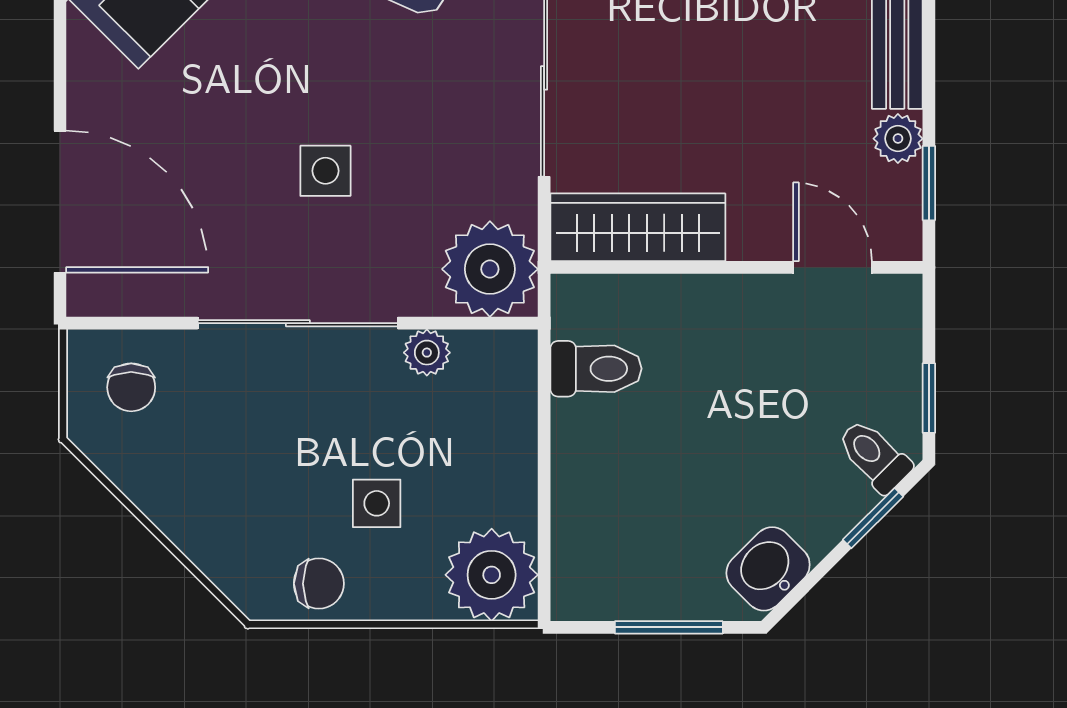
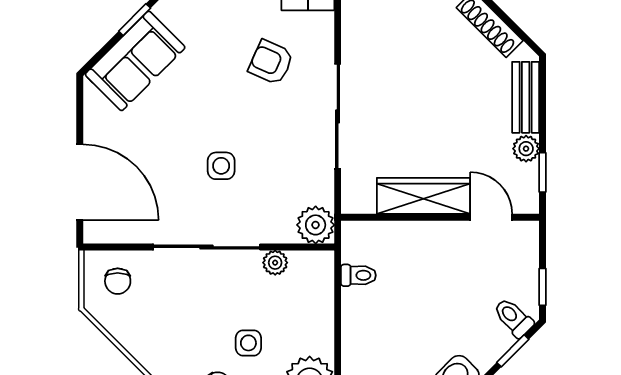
wardrobe: (638, 227) -> (423, 196), moved
plant: (490, 269) -> (316, 225), width x0.73, depth x0.73
toilet: (596, 369) -> (358, 275), width x0.73, depth x0.72

